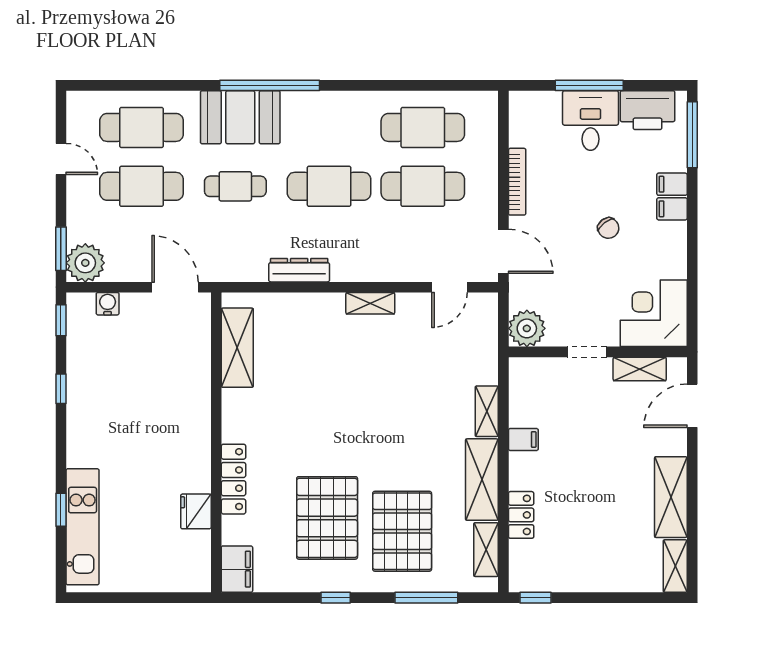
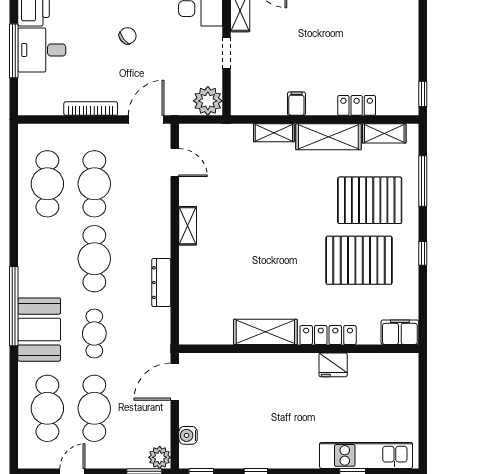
plant: (85, 263) -> (160, 457), width x0.73, depth x0.73
shelving: (237, 348) -> (265, 332), moved
fridge: (196, 511) -> (333, 365), moved

